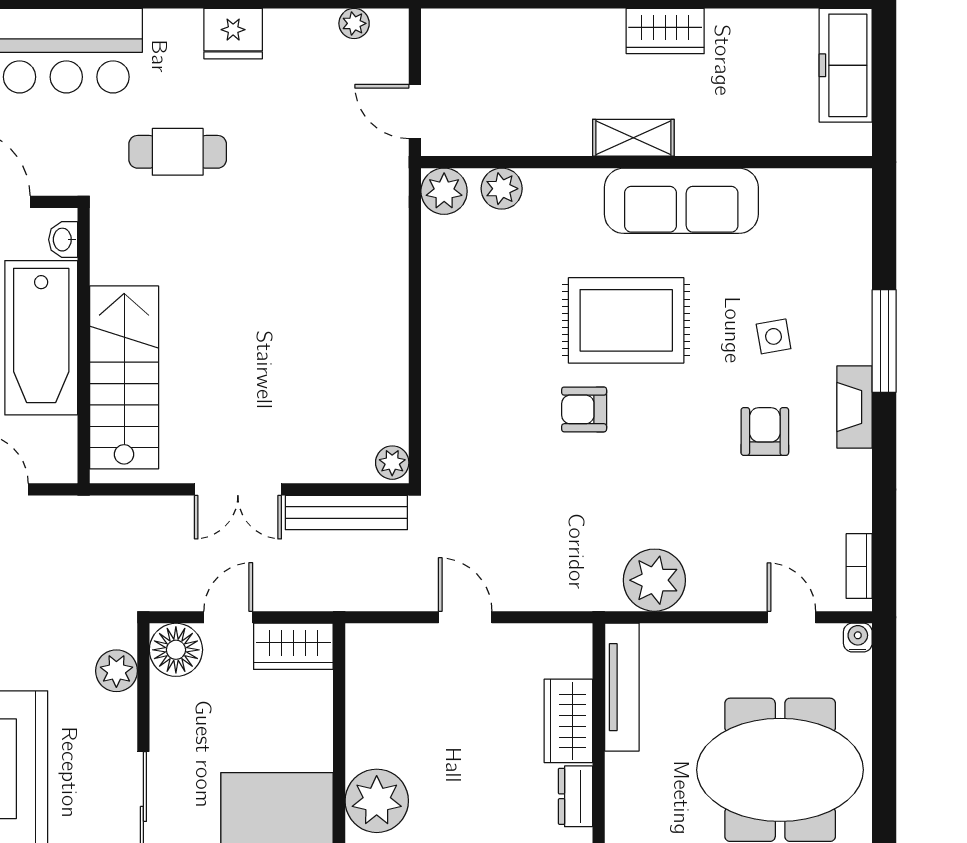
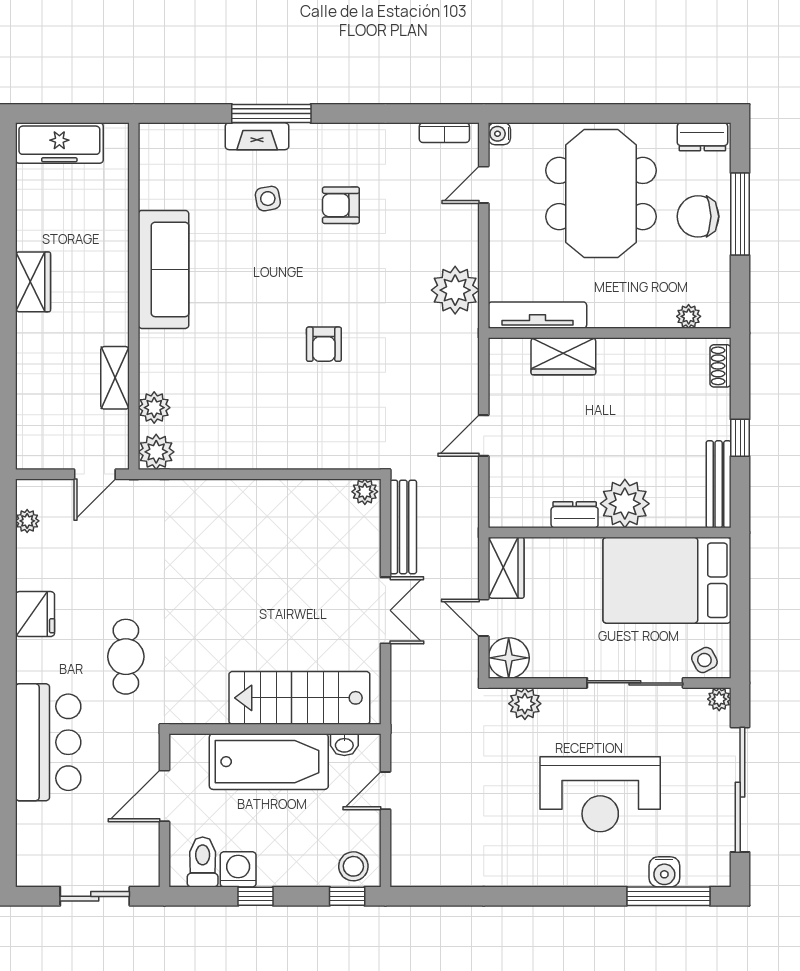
shelving: (633, 138) -> (115, 378), moved
washbasin: (63, 240) -> (344, 745), moved
rug: (626, 320) -> (255, 312), removed
fireplace: (855, 407) -> (257, 136), moved
dresser: (576, 796) -> (575, 515), moved, turned 180

